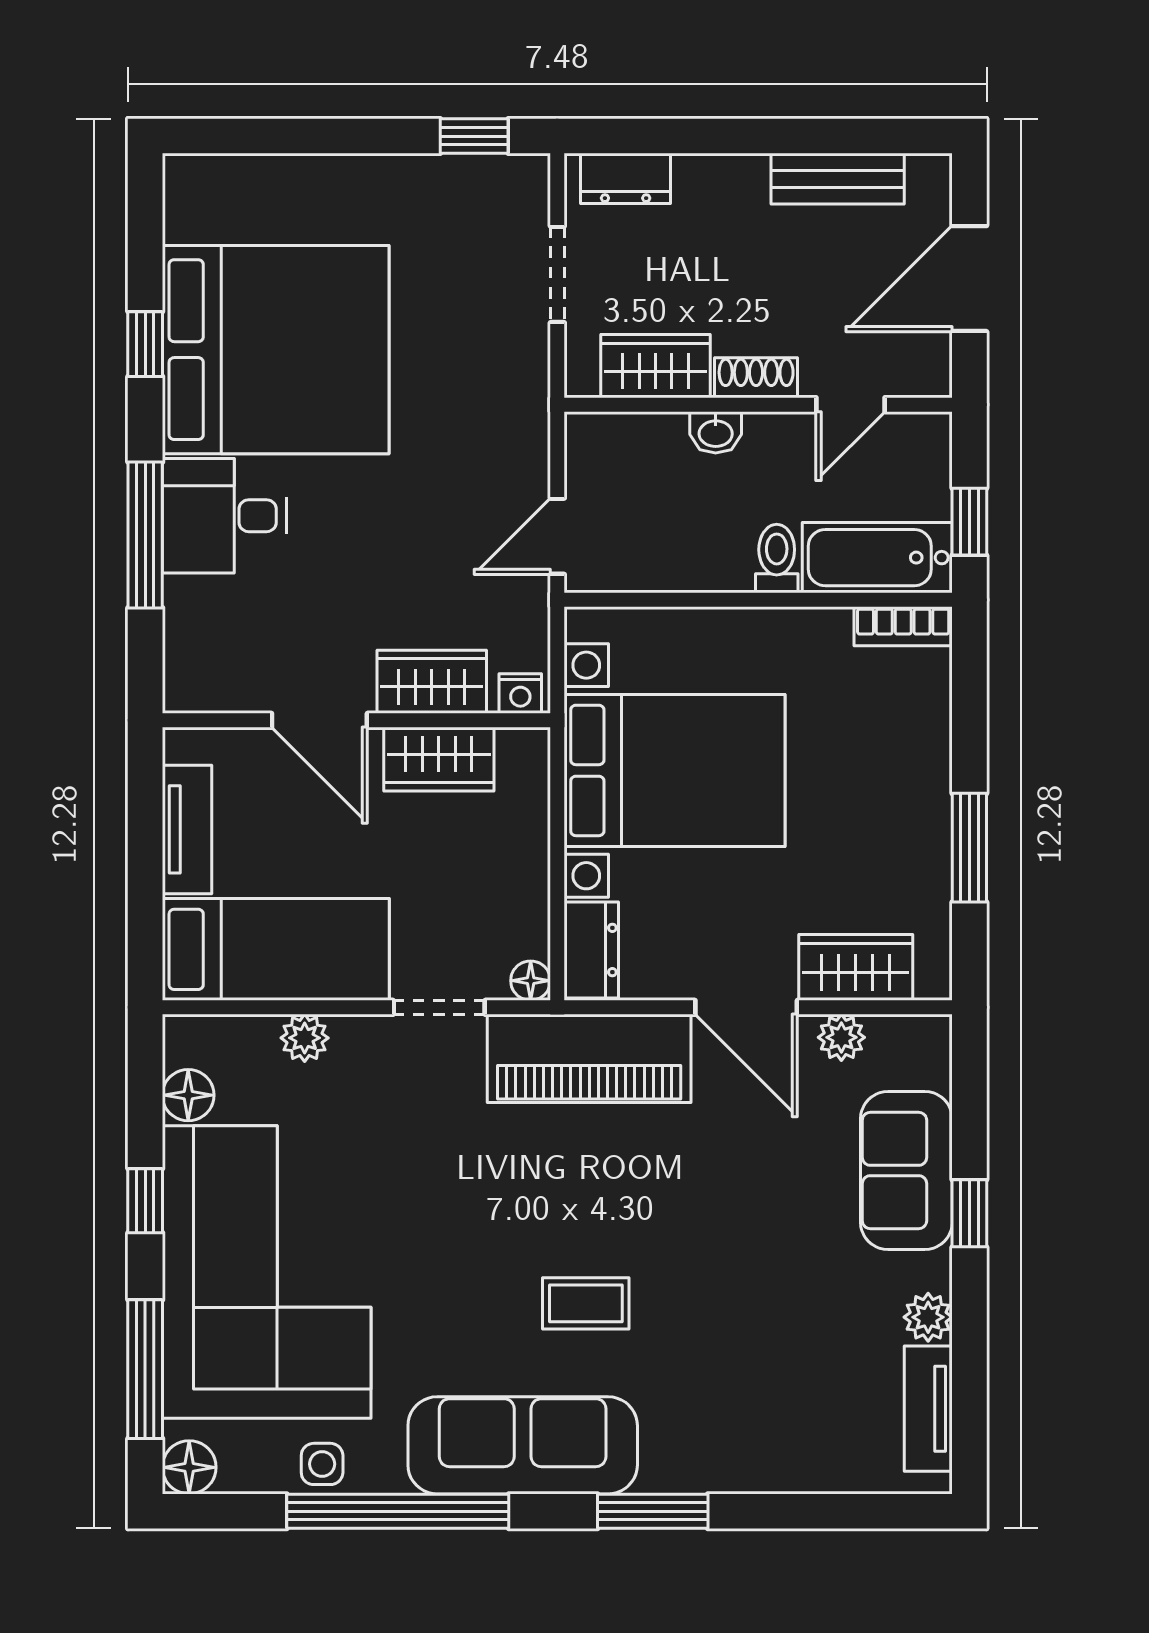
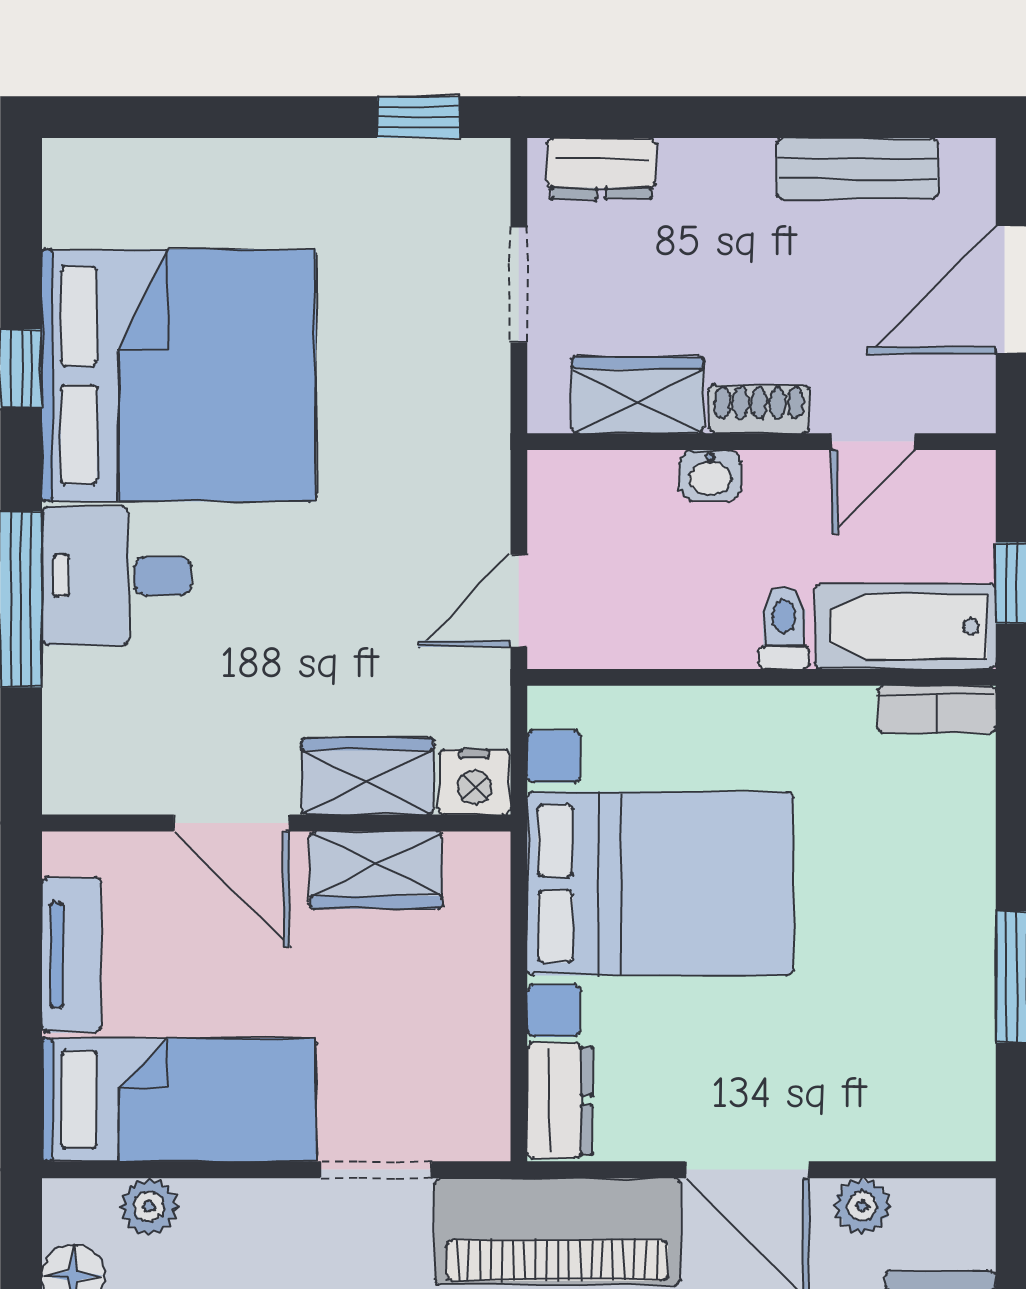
nightstand: (520, 693) -> (474, 782), width x1.39, depth x1.35
wardrobe: (856, 967) -> (879, 1121), removed
floor lamp: (531, 981) -> (487, 1137), removed
plant: (305, 1038) -> (149, 1207), moved

